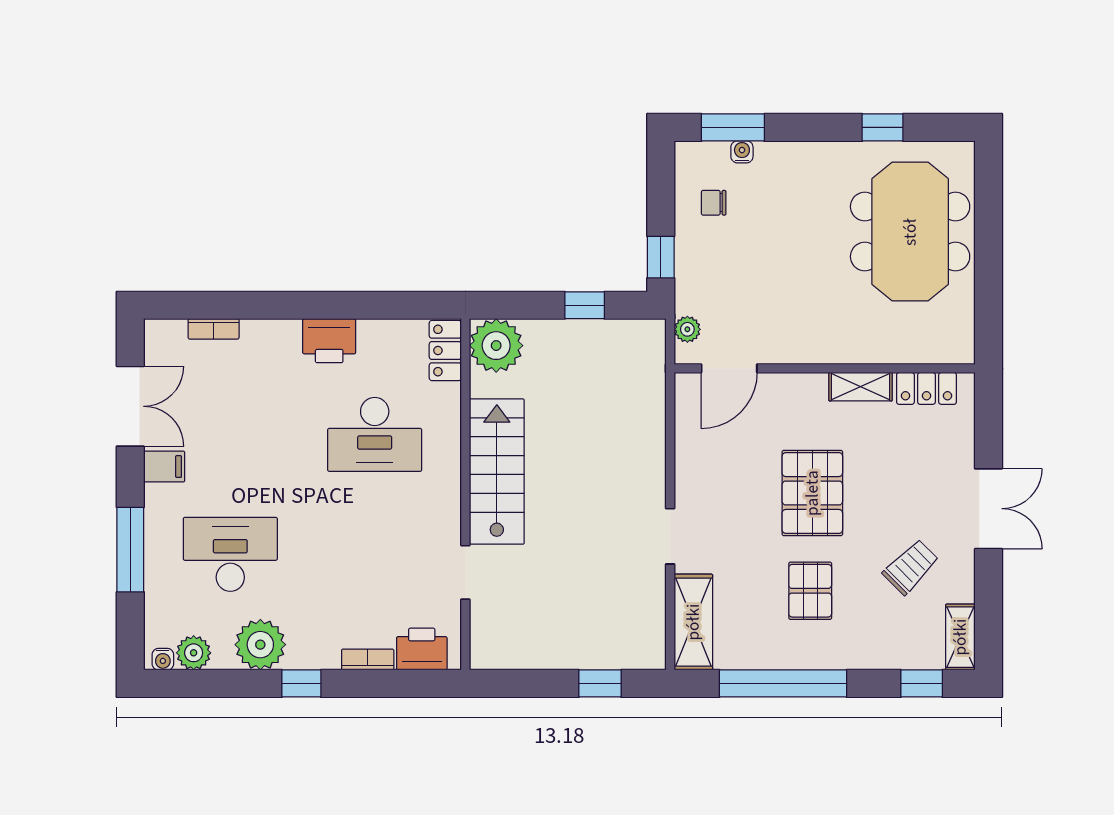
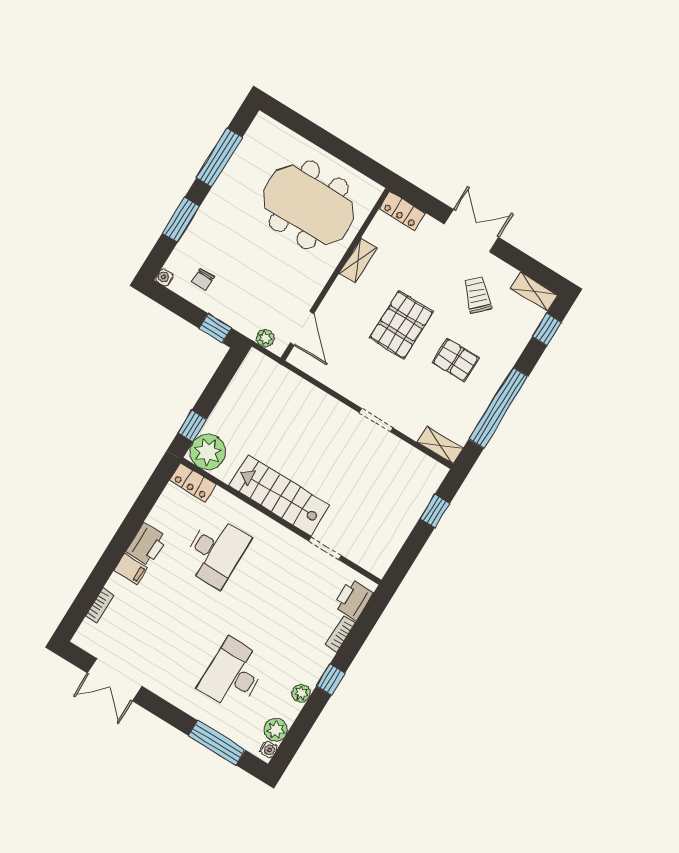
window: (733, 127) -> (181, 220), moved
window: (883, 127) -> (219, 158), width x2.17
water cooler: (742, 152) -> (164, 278), moved
meeting table: (910, 232) -> (309, 205), moved
window: (585, 305) -> (192, 426), moved
locker: (926, 388) -> (402, 211), moved, turned 90
double door: (130, 406) -> (114, 680), swing flipped
filing cabinet: (164, 467) -> (130, 569), moved, turned 90
pallet: (812, 493) -> (401, 325), turned 90
window: (130, 550) -> (217, 743), moved
shelving: (693, 622) -> (440, 445), width x0.67, depth x0.75
plant: (260, 645) -> (301, 693), width x0.53, depth x0.53

